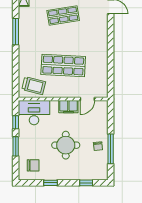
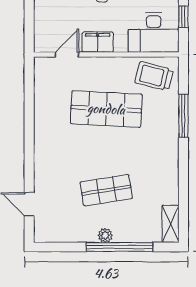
window: (16, 32) -> (183, 116), moved

